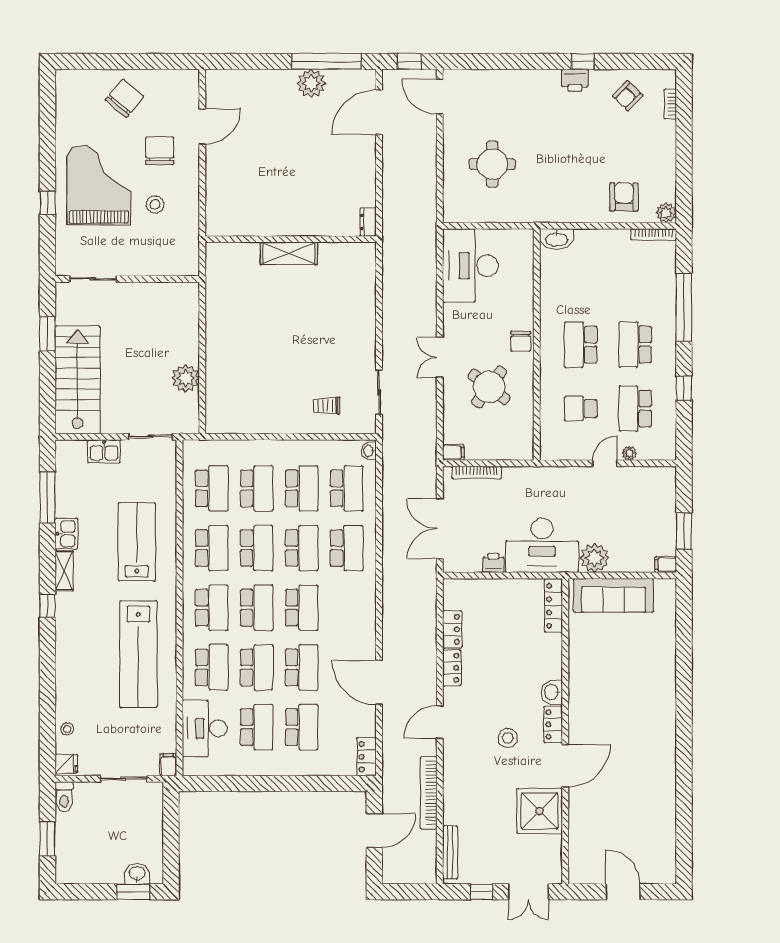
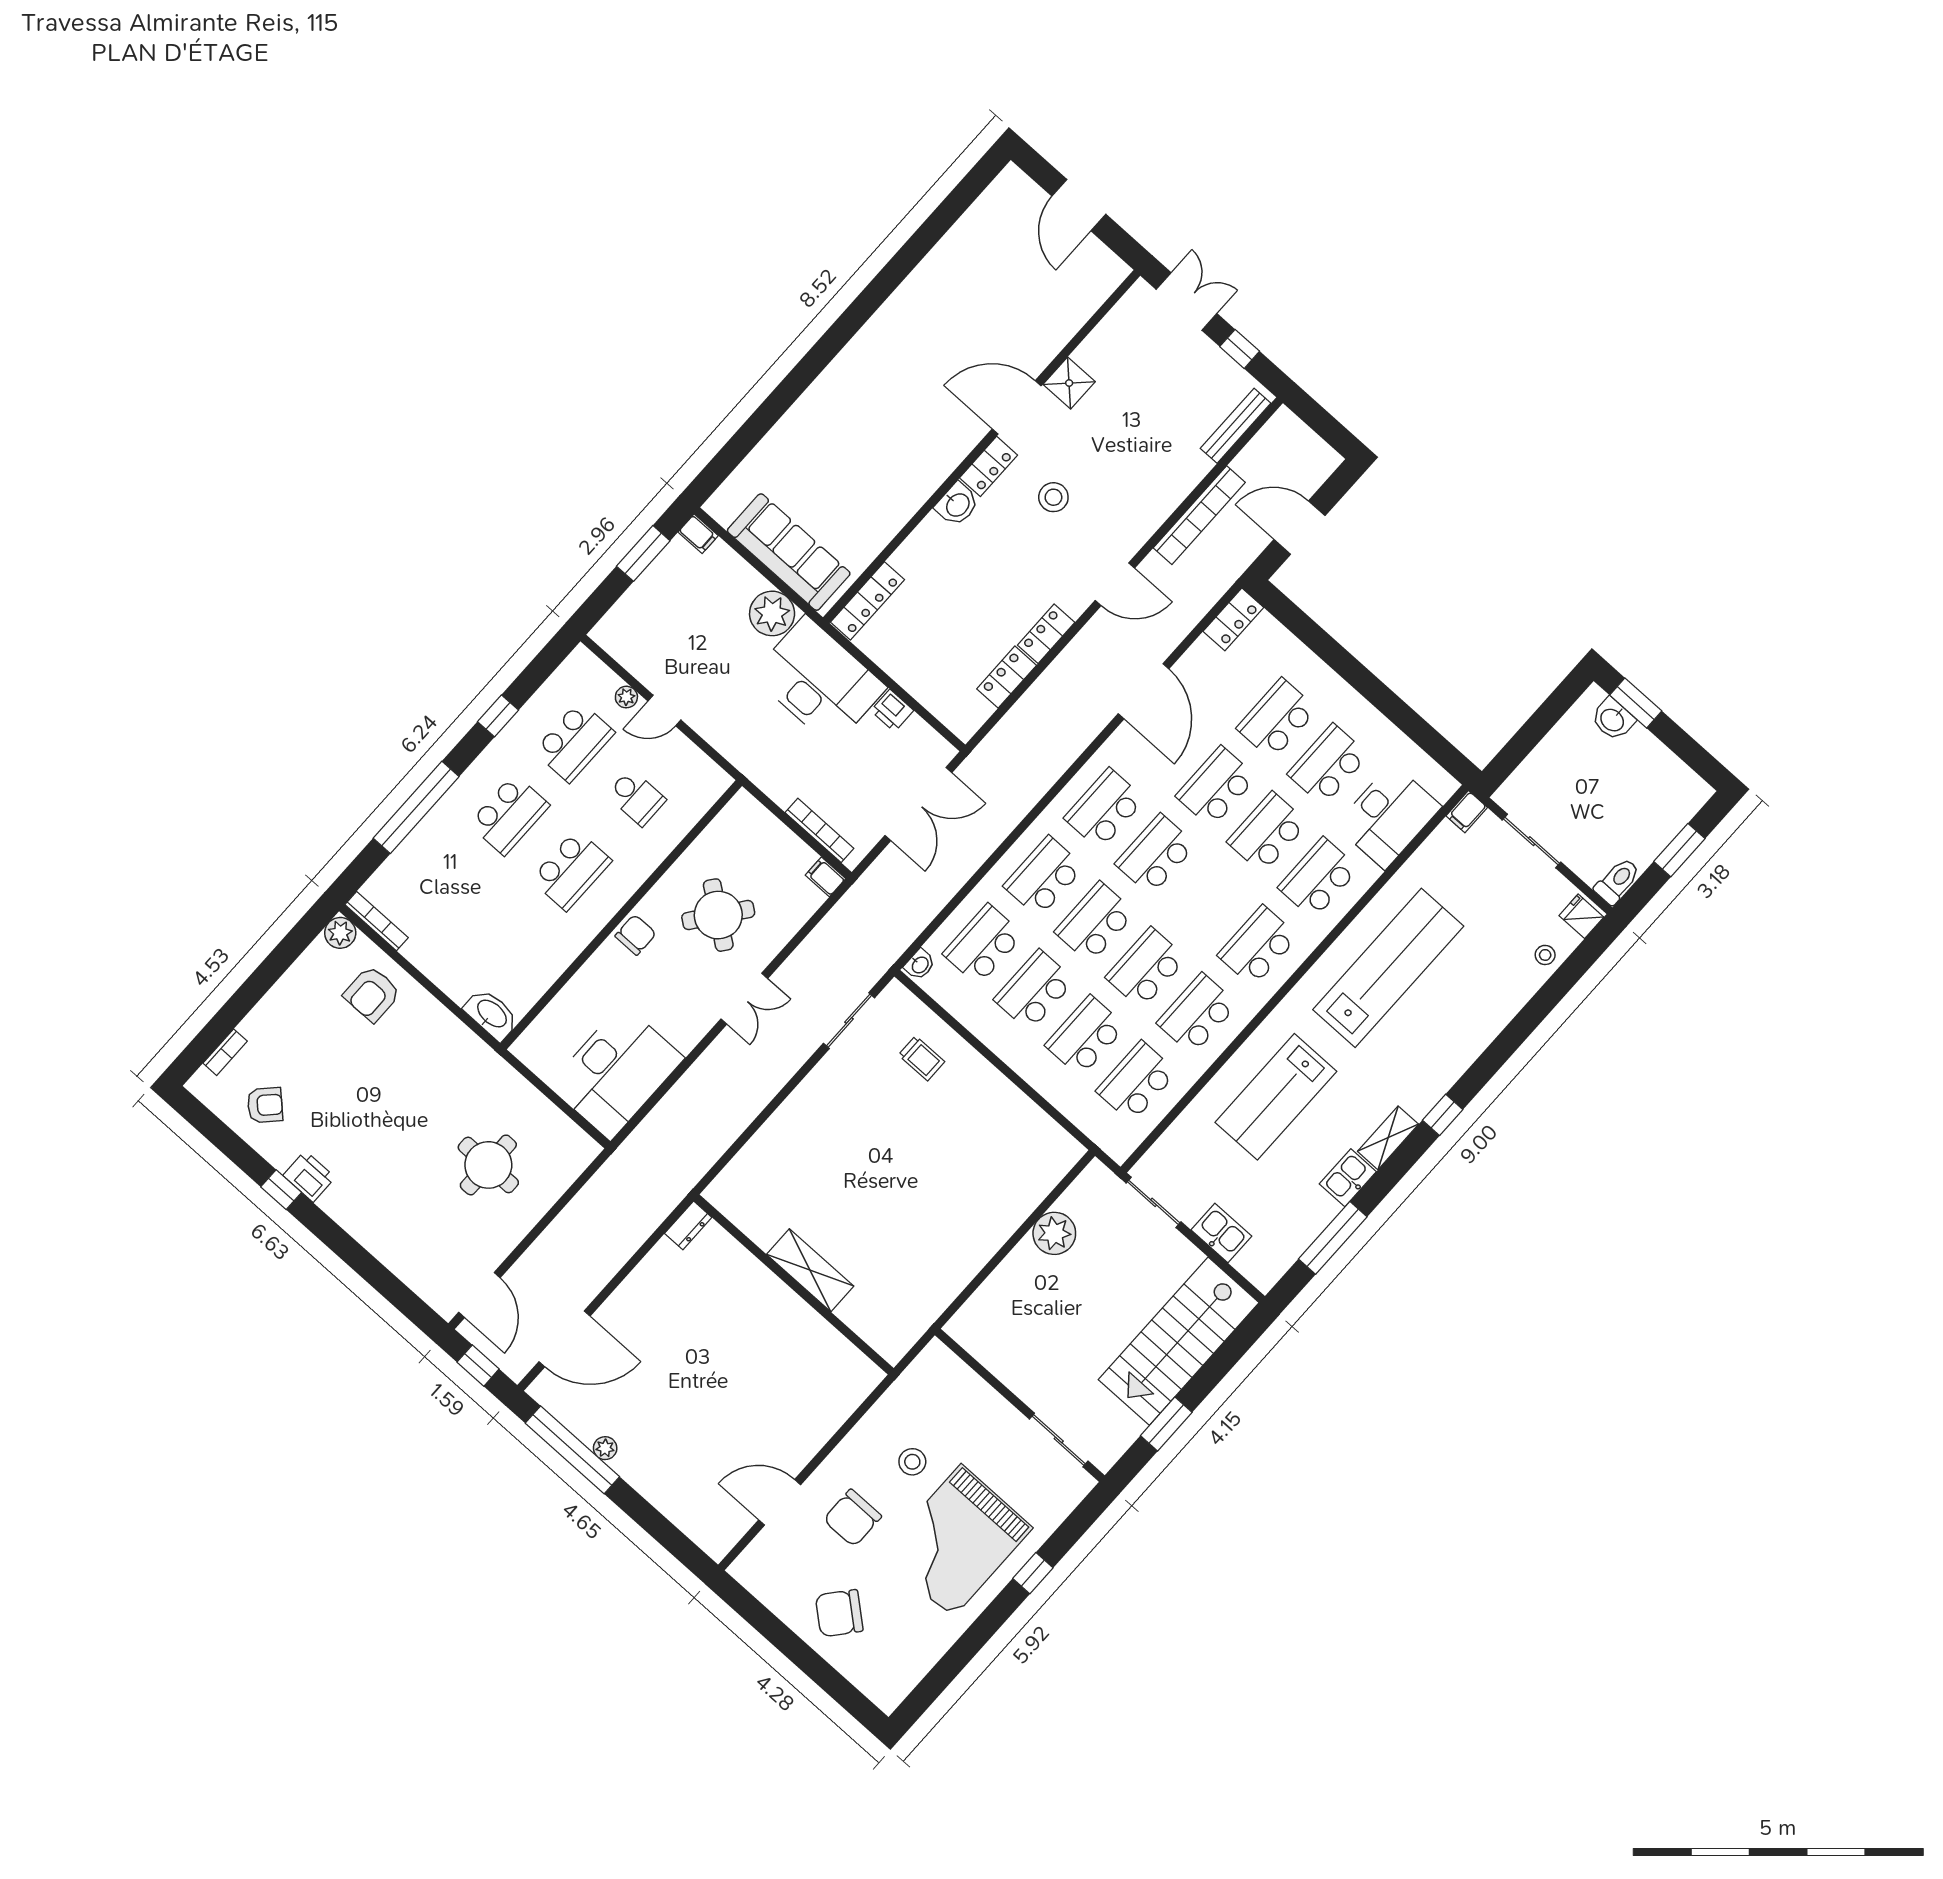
plant: (311, 83) -> (605, 1448), width x0.53, depth x0.53
school desk: (257, 608) -> (1104, 809), moved
shower: (540, 811) -> (1069, 383), width x0.54, depth x0.54

